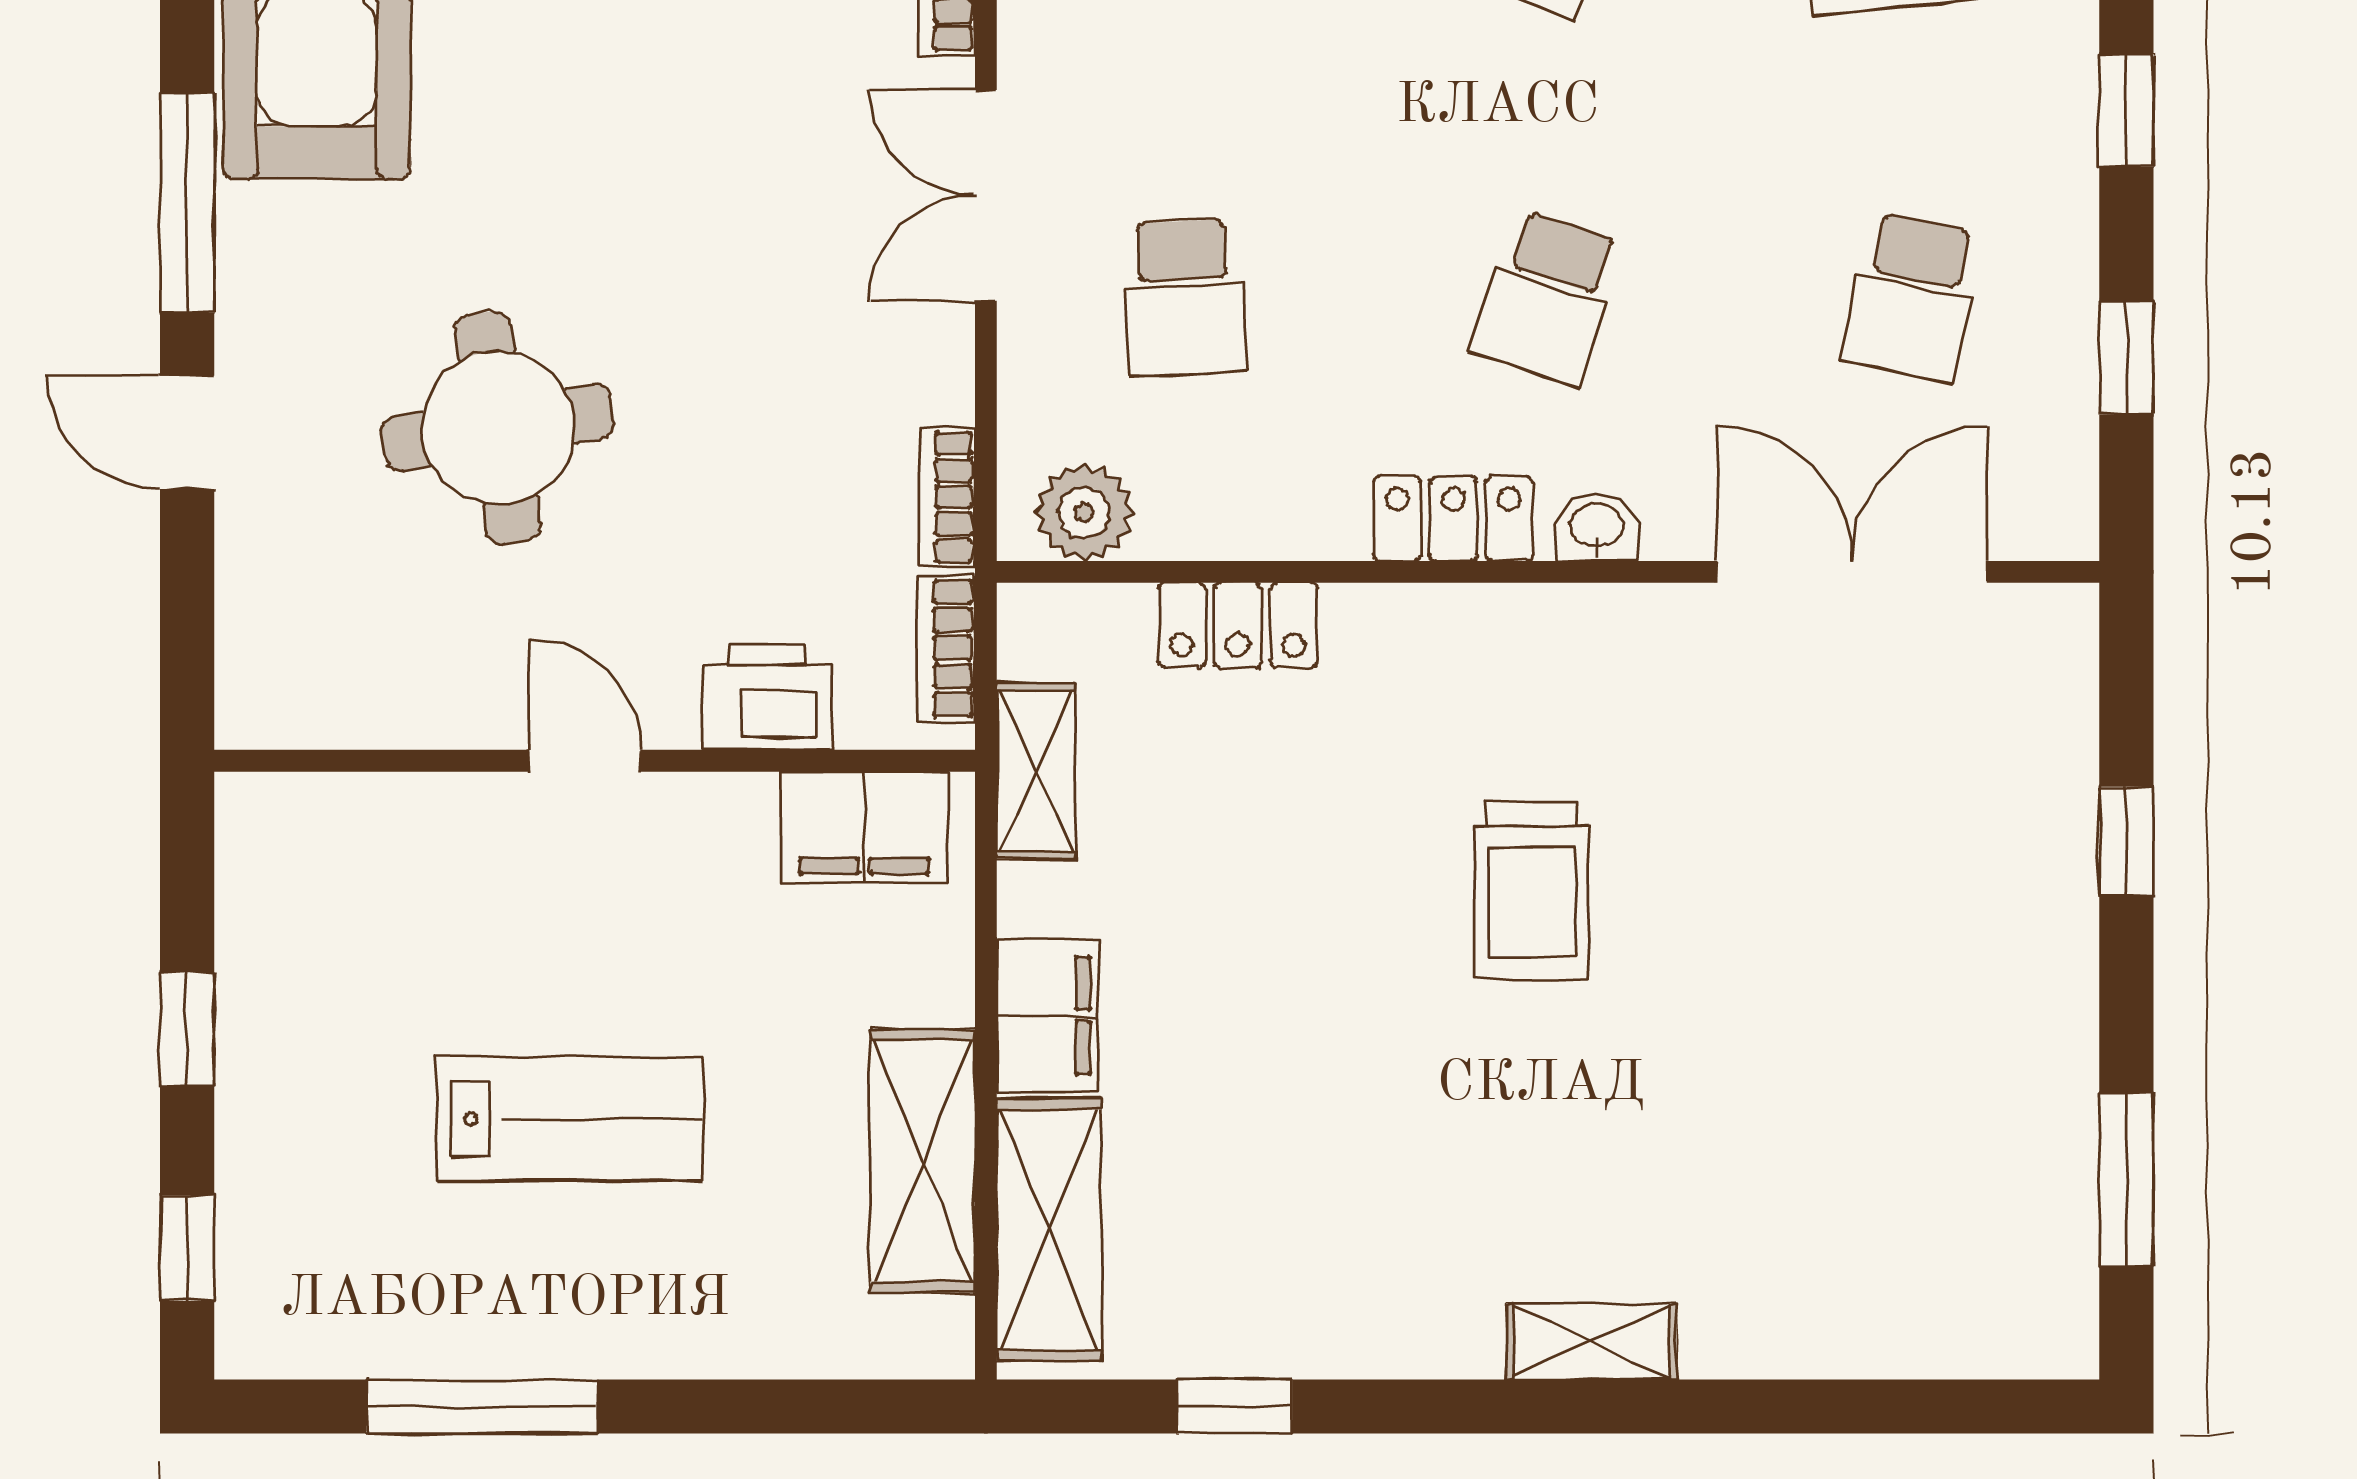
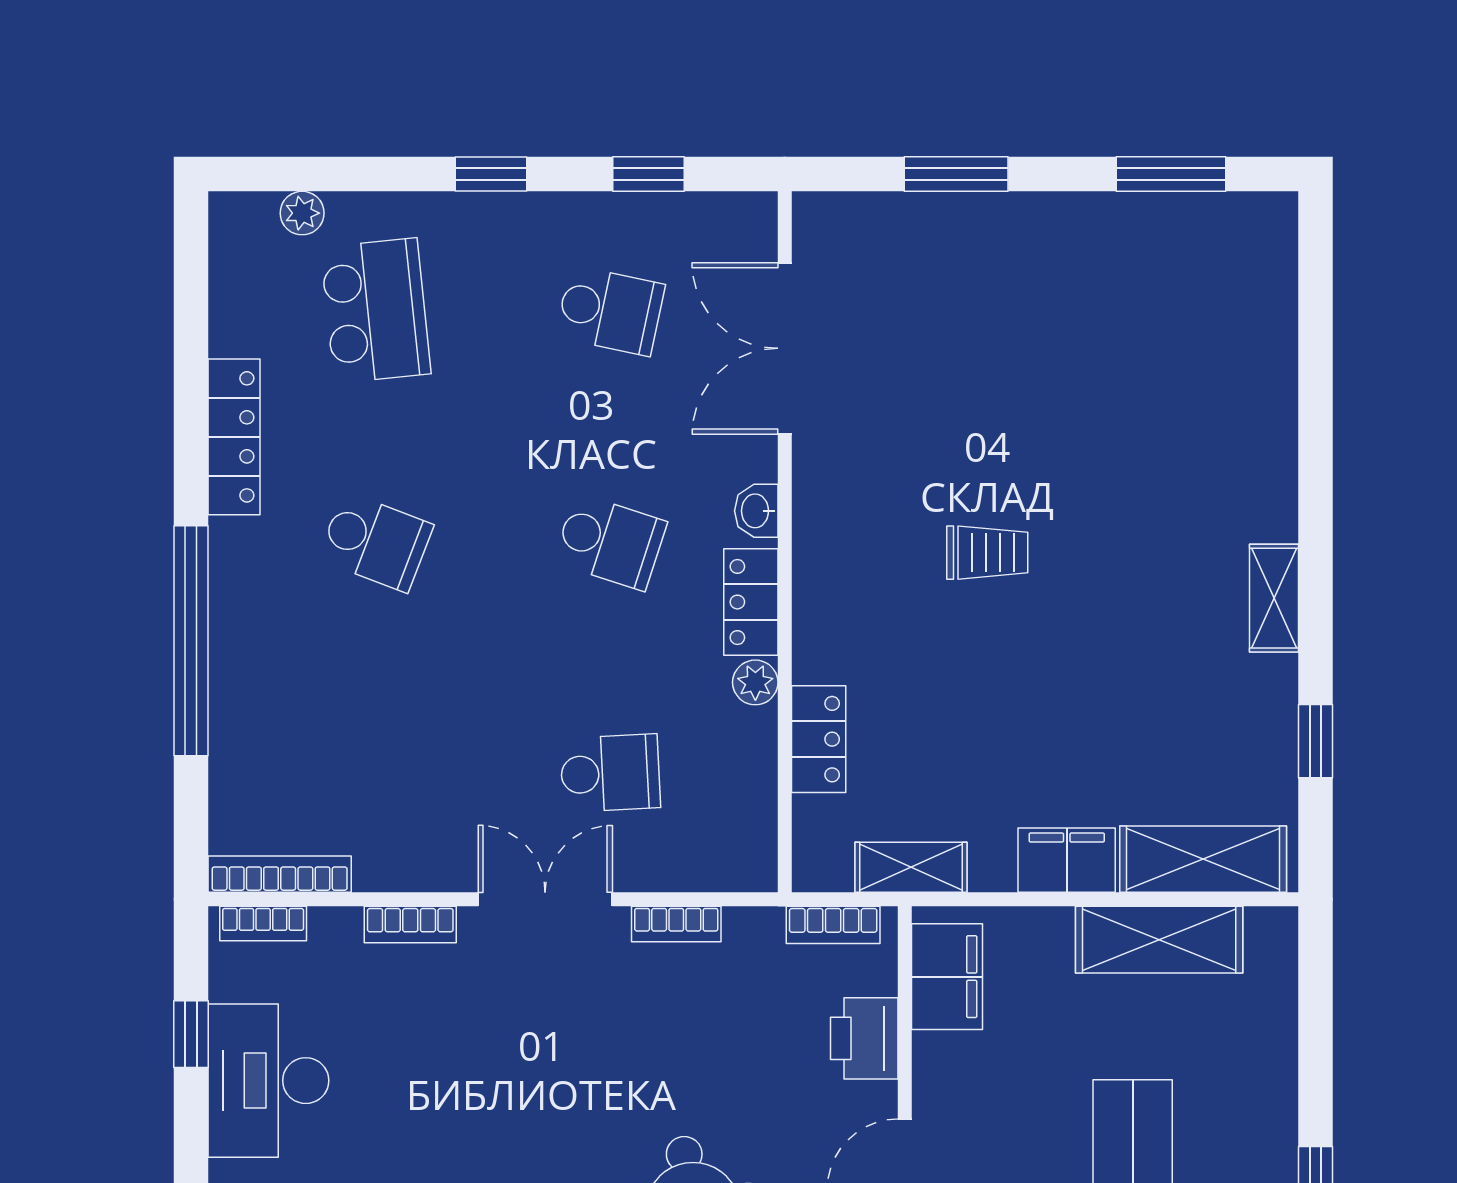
double door: (986, 195) -> (545, 899), swing flipped
bookcase: (947, 497) -> (676, 924), moved
plant: (1084, 512) -> (755, 682), moved, width x0.73, depth x0.73
window: (2126, 841) -> (956, 174), width x1.50
trolley: (1531, 890) -> (987, 553), width x0.73, depth x0.72
shelving: (1592, 1341) -> (1274, 598), moved

